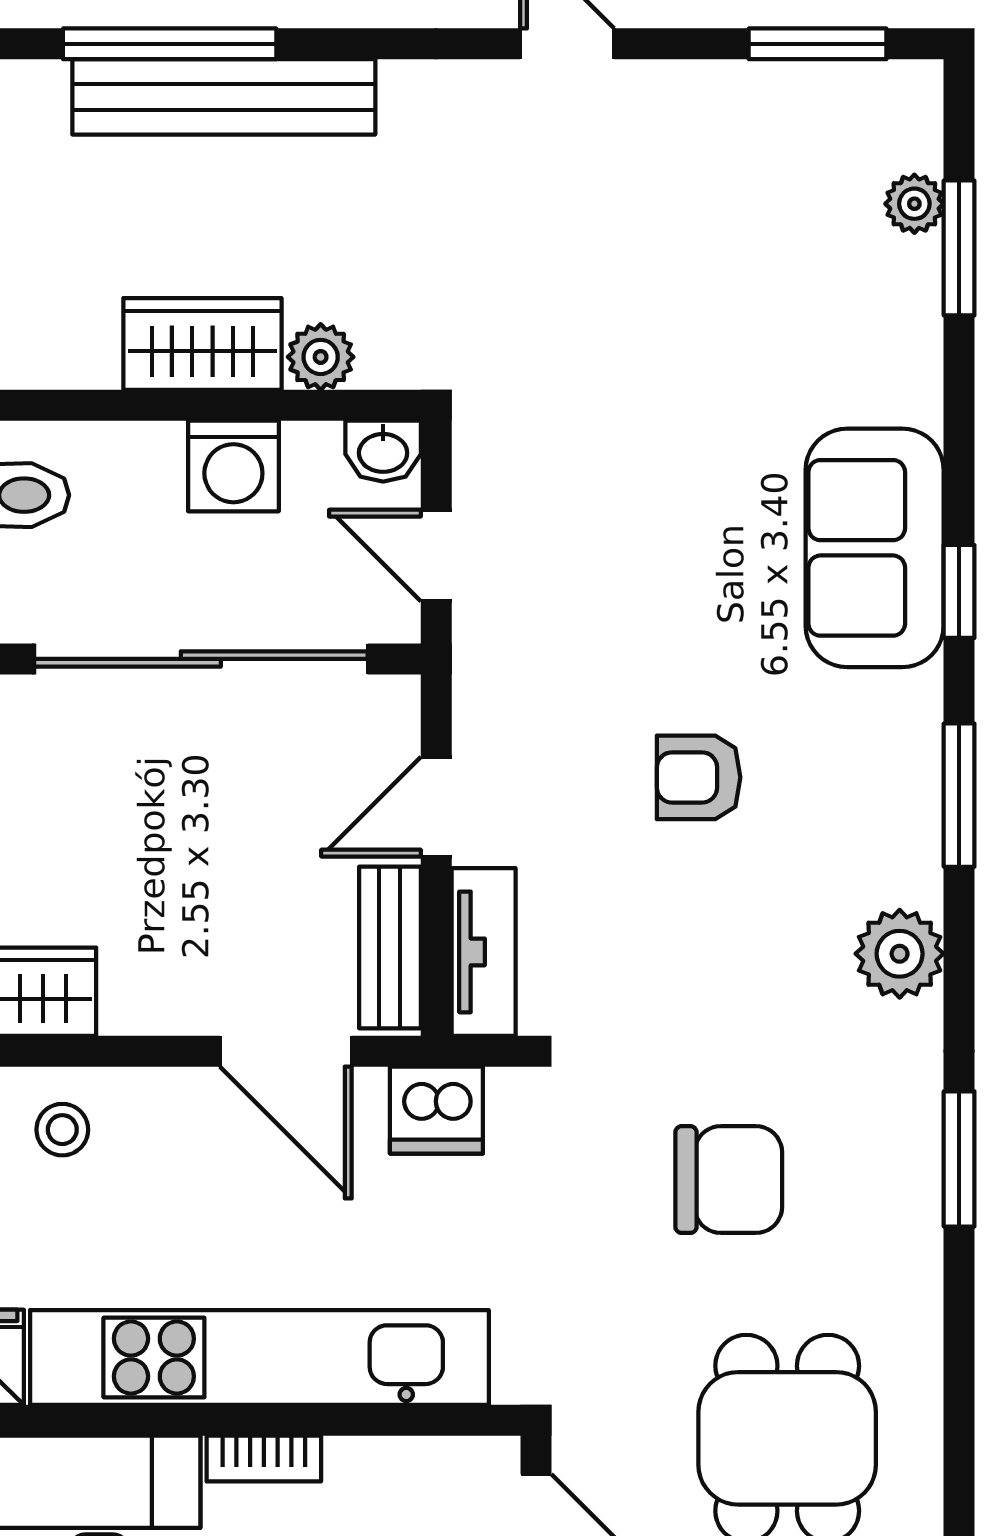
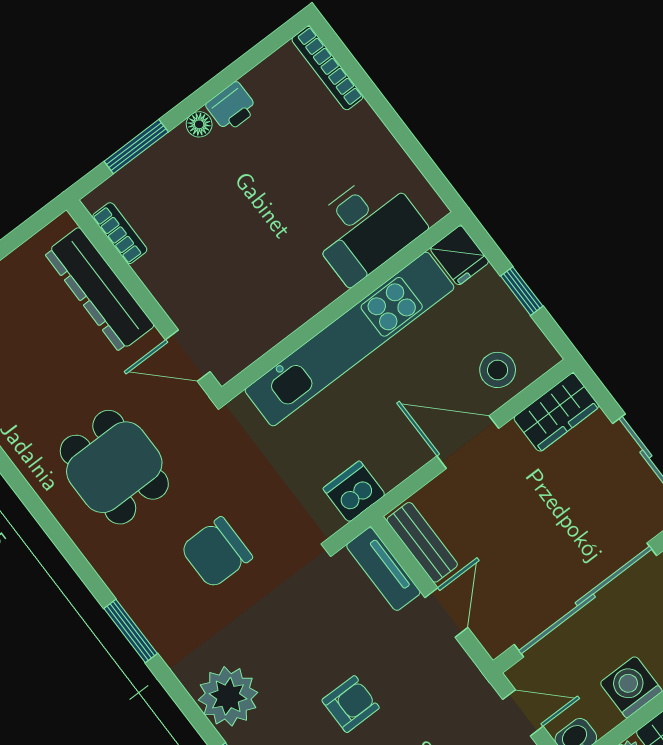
plant: (900, 954) -> (228, 696), width x1.36, depth x1.36
door: (286, 1051) -> (468, 442), moved
stool: (62, 1130) -> (498, 370), width x1.37, depth x1.37
bookcase: (264, 1459) -> (317, 300), removed

